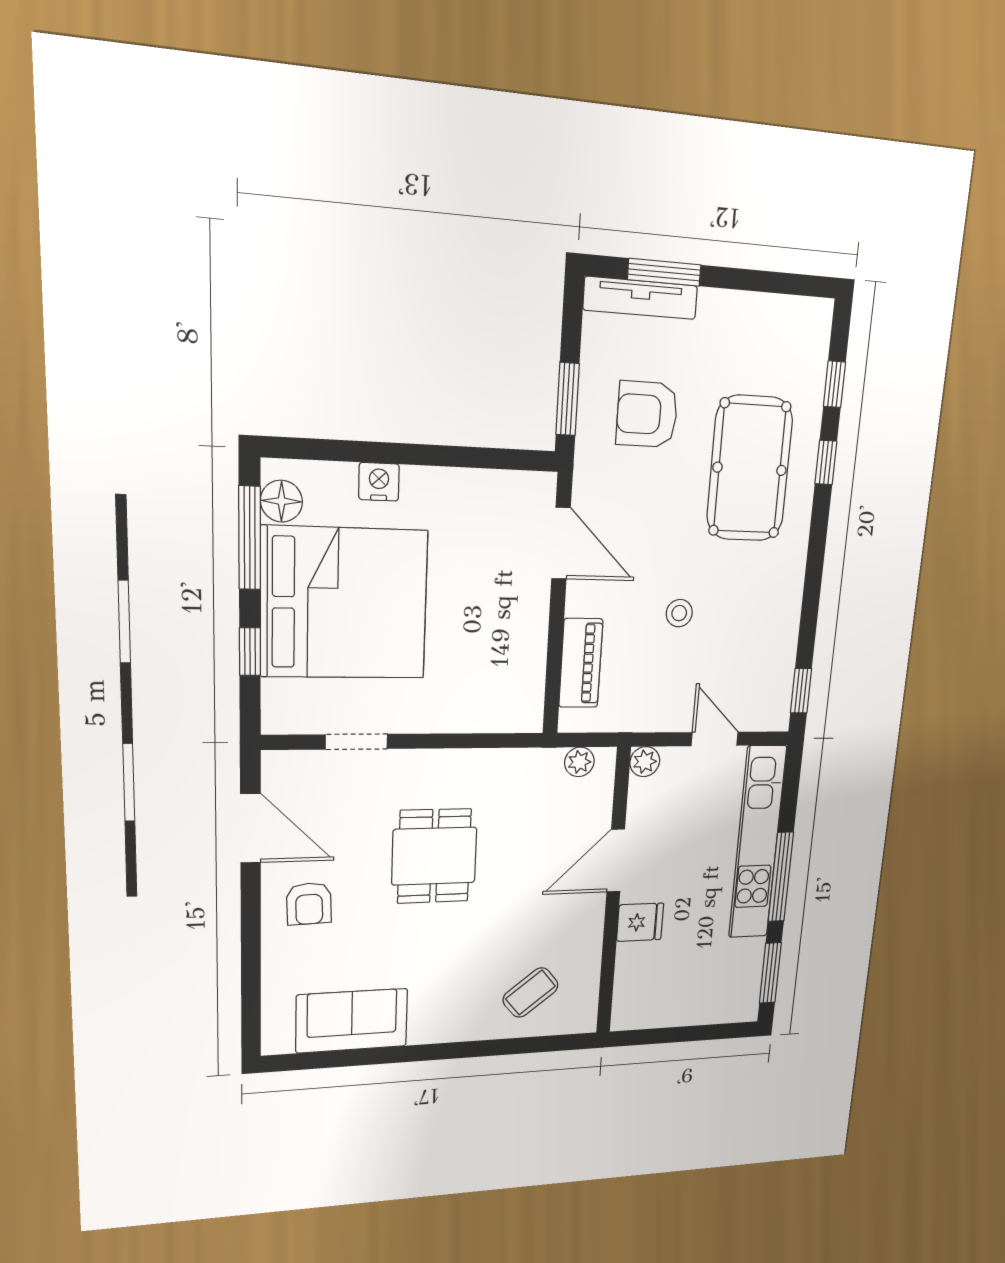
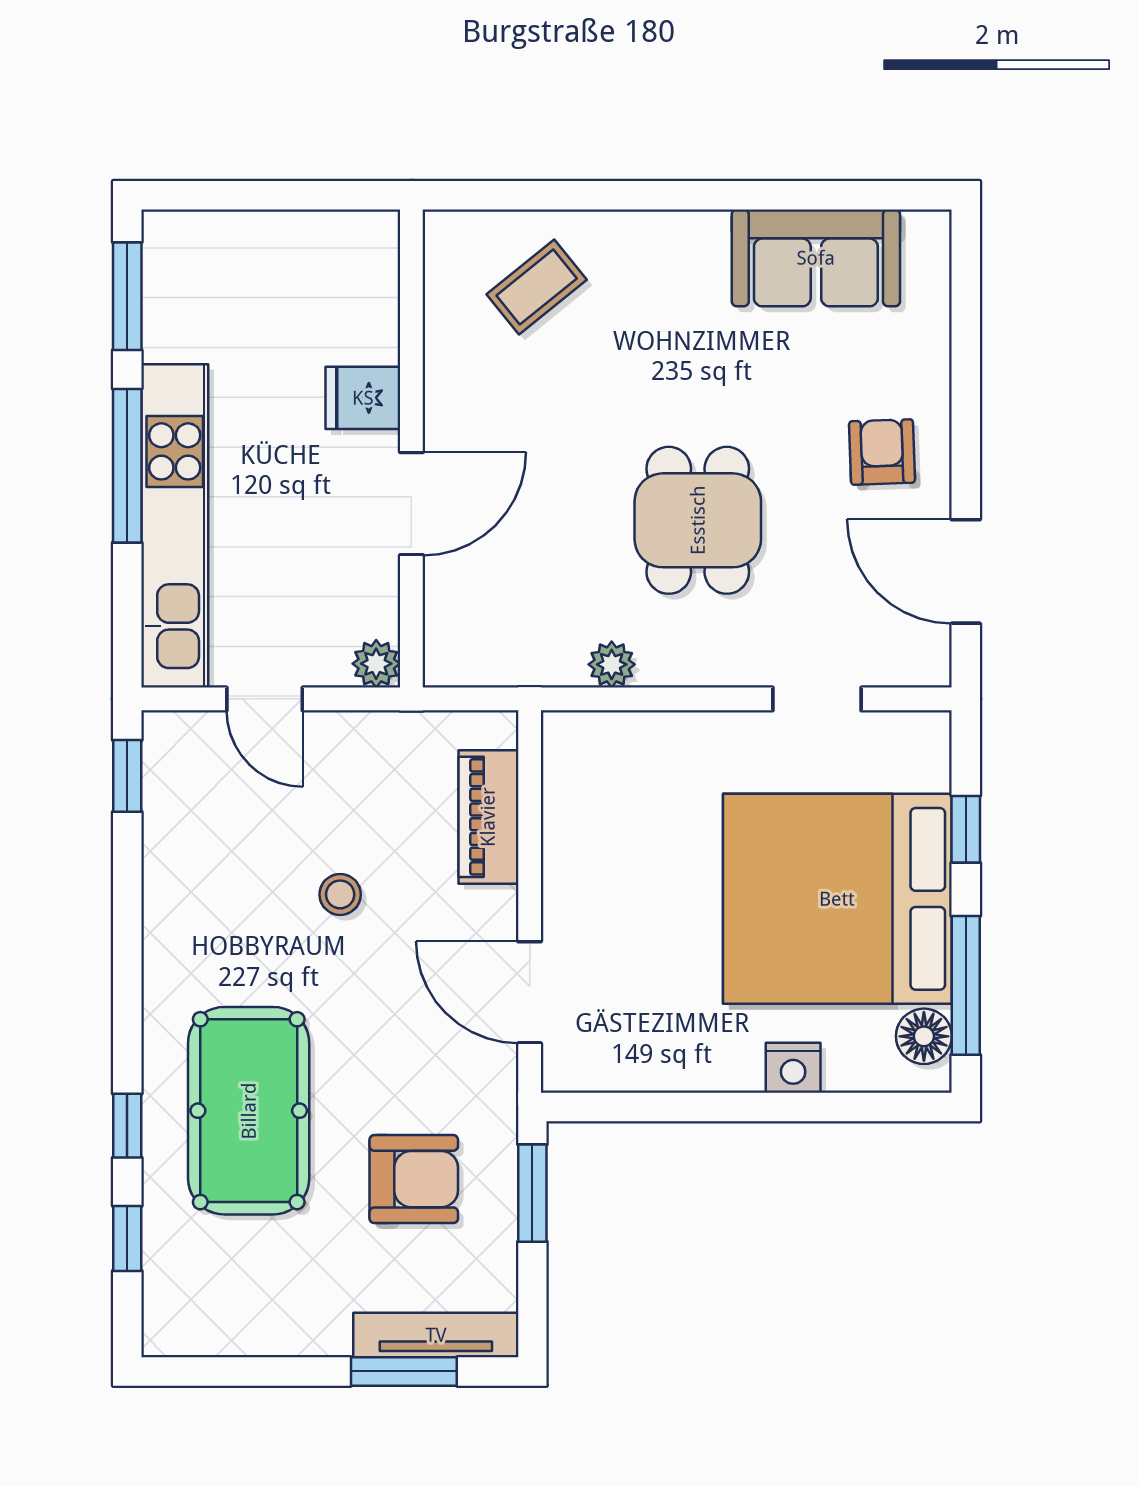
plant: (579, 762) -> (612, 664), moved

